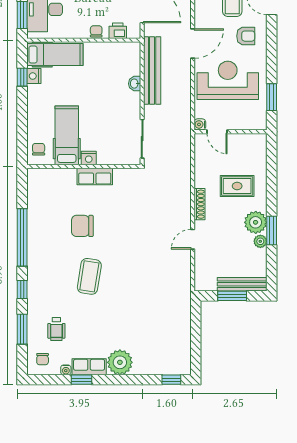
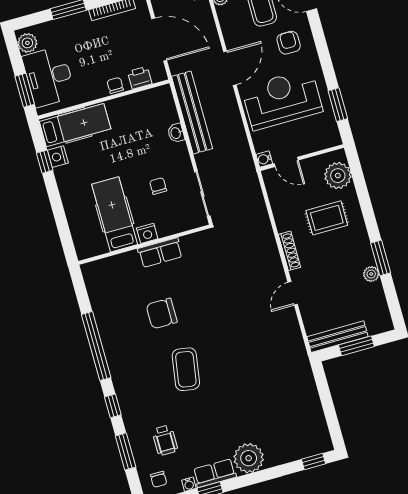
armchair: (246, 36) -> (289, 43), turned -90
chair: (39, 149) -> (158, 186), moved
plant: (256, 222) -> (338, 176), moved
bench: (242, 284) -> (337, 337), moved

